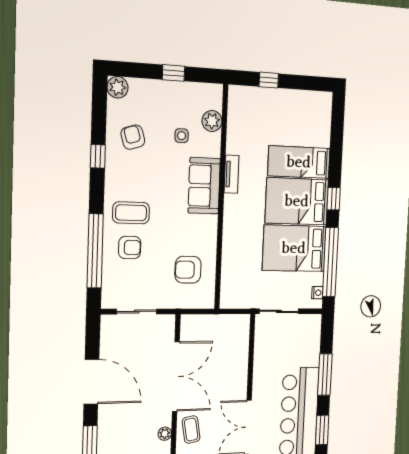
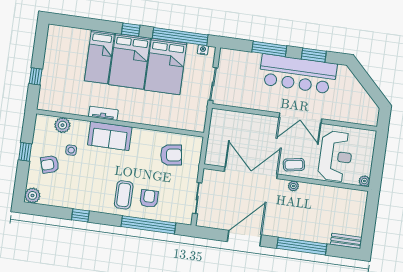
armchair: (133, 137) -> (50, 164), moved
armchair: (188, 270) -> (171, 155), turned -98

